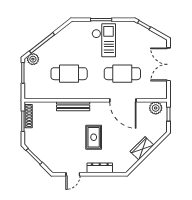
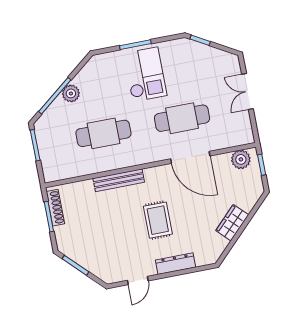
plant: (33, 59) -> (71, 93), moved
double door: (169, 64) -> (247, 91), width x0.73

